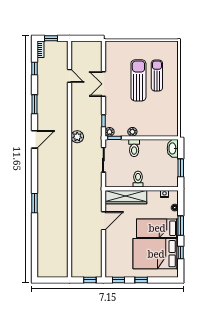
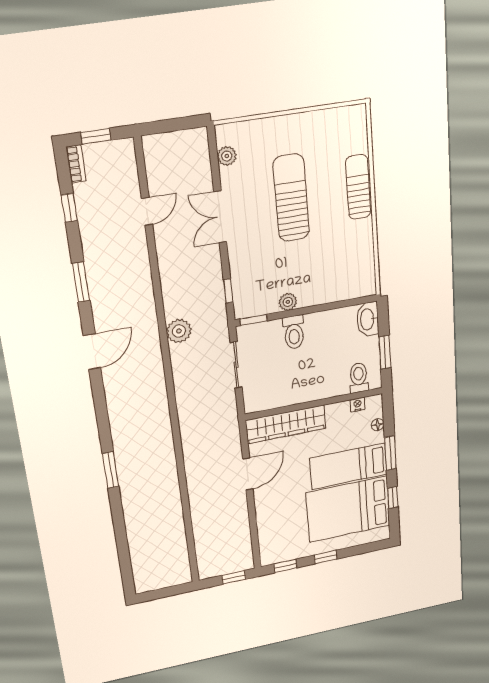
door: (70, 76) -> (147, 211), hinge flipped
sun lounger: (157, 76) -> (358, 187), moved
plant: (110, 132) -> (227, 156), moved
toilet: (138, 179) -> (359, 378), moved

